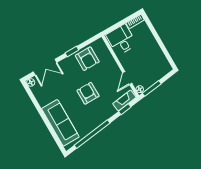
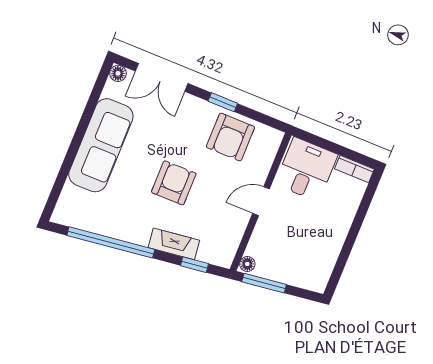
door: (127, 78) -> (261, 201), moved
fireplace: (124, 100) -> (174, 244), moved
sofa: (60, 123) -> (101, 145), moved

